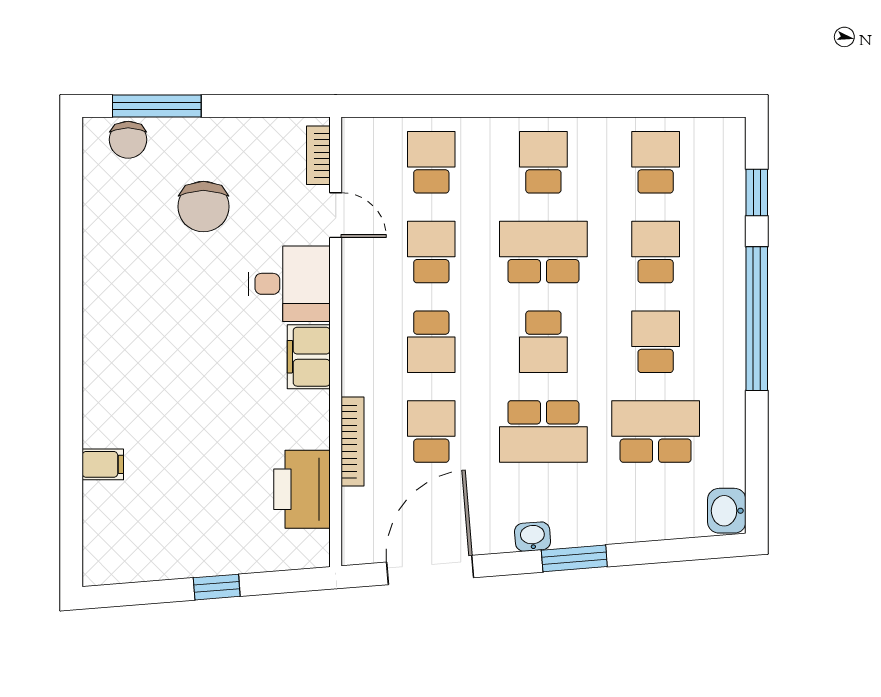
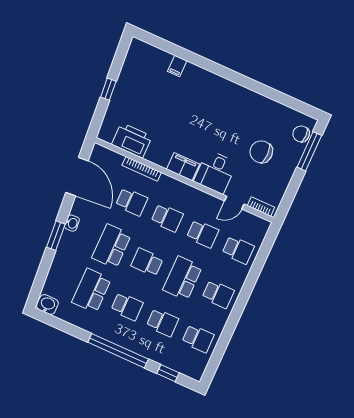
school desk: (543, 252) -> (183, 278), turned 180
school desk: (431, 342) -> (167, 218), turned 180
school desk: (656, 432) -> (91, 290), turned 180

